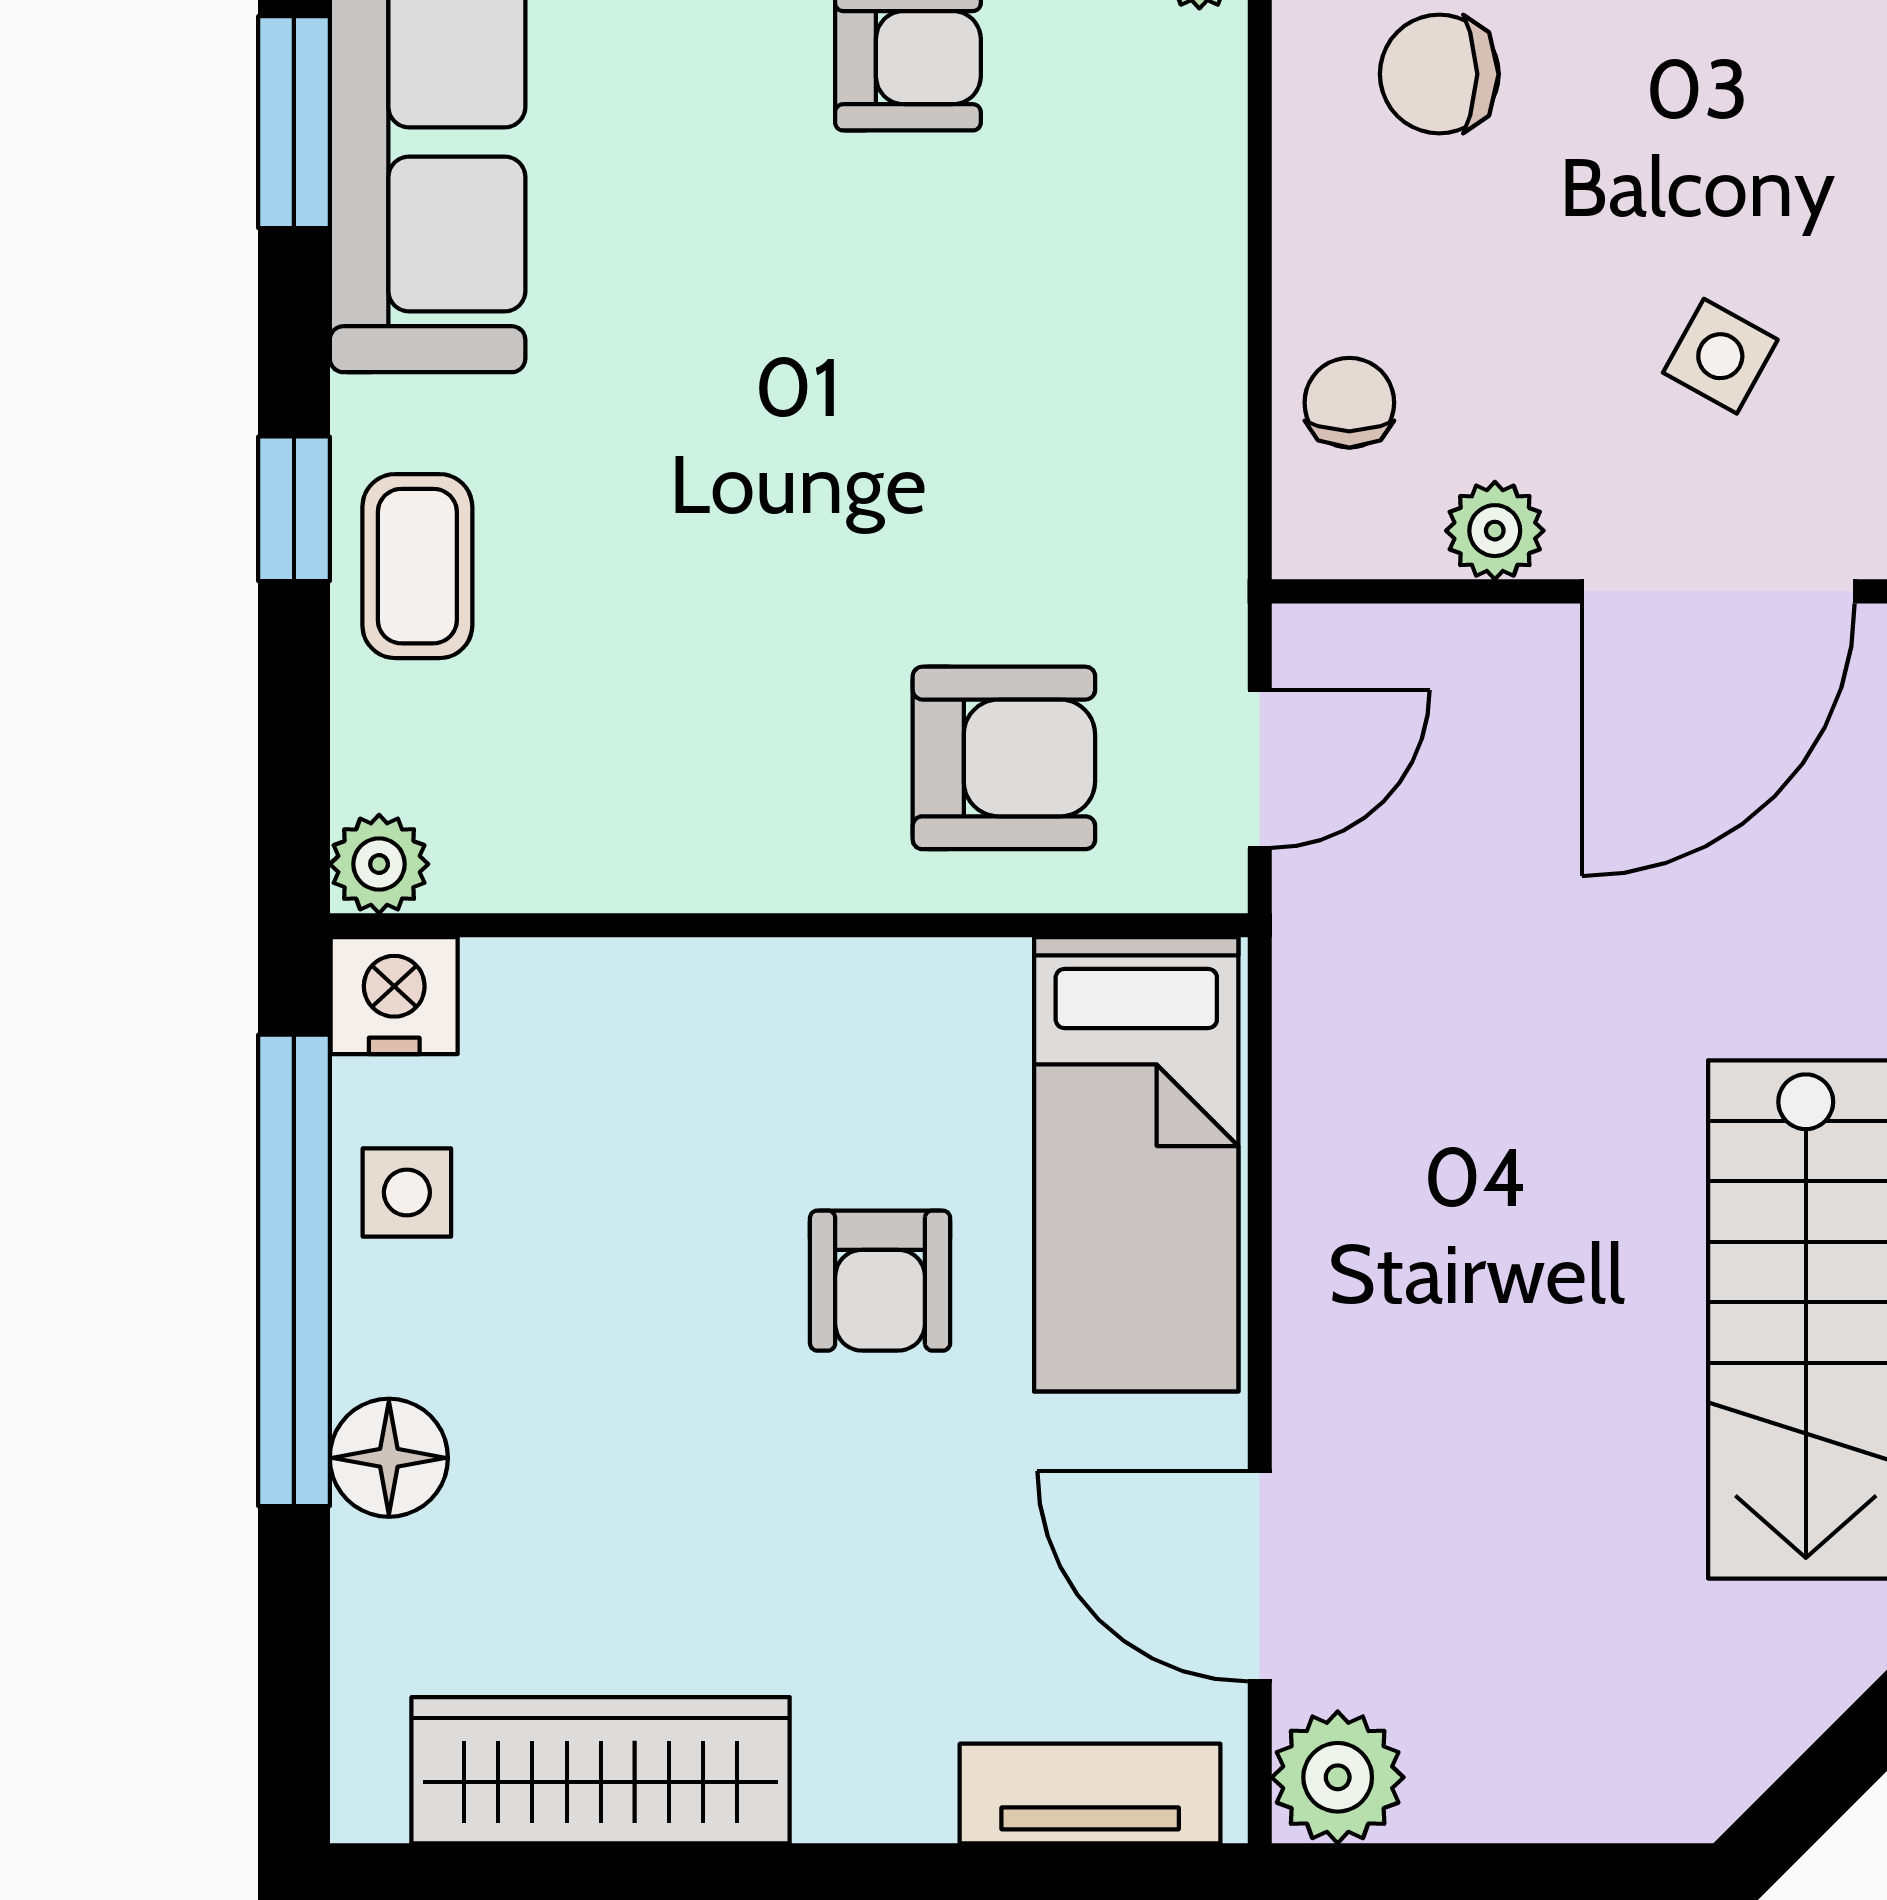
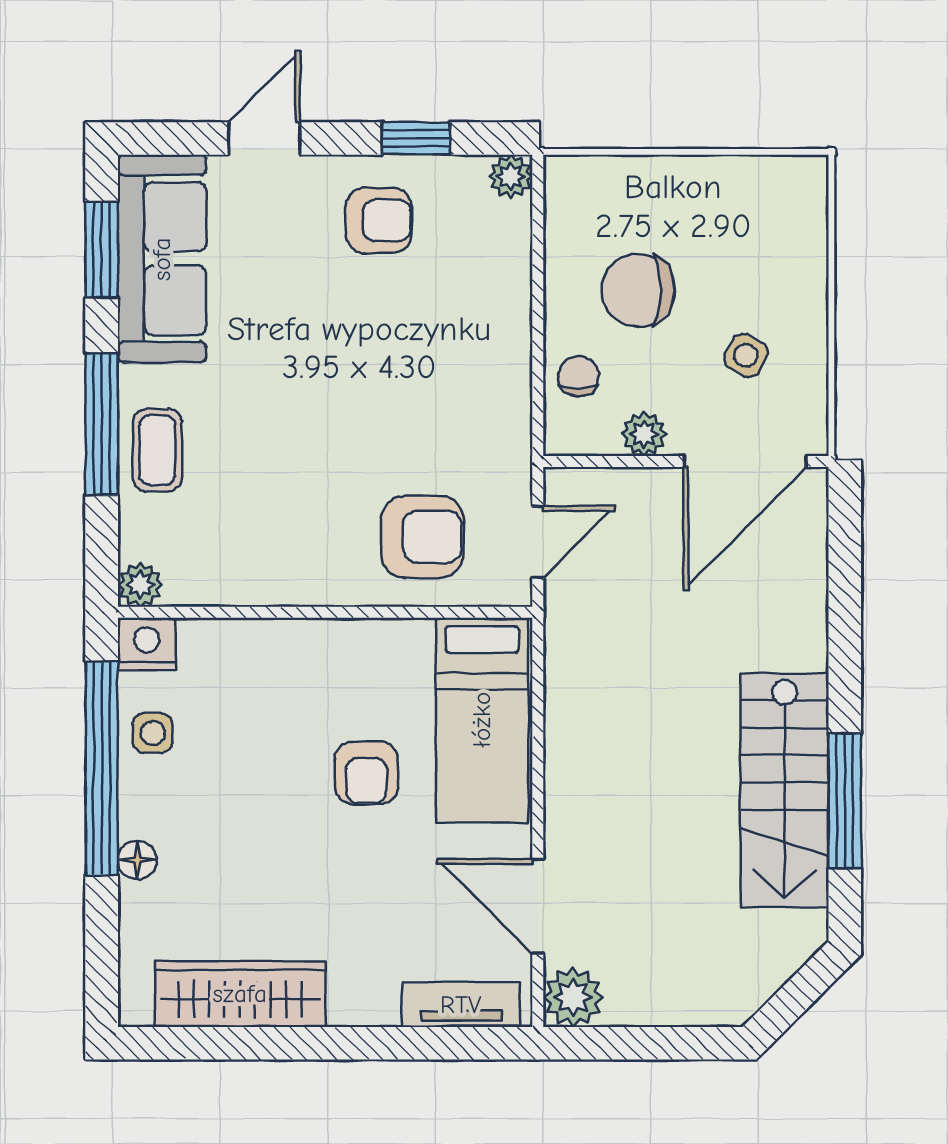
chair: (1439, 74) -> (638, 290), moved, width x1.37, depth x1.37
window: (294, 509) -> (102, 424), width x2.17
floor lamp: (389, 1458) -> (137, 860), width x0.73, depth x0.73

